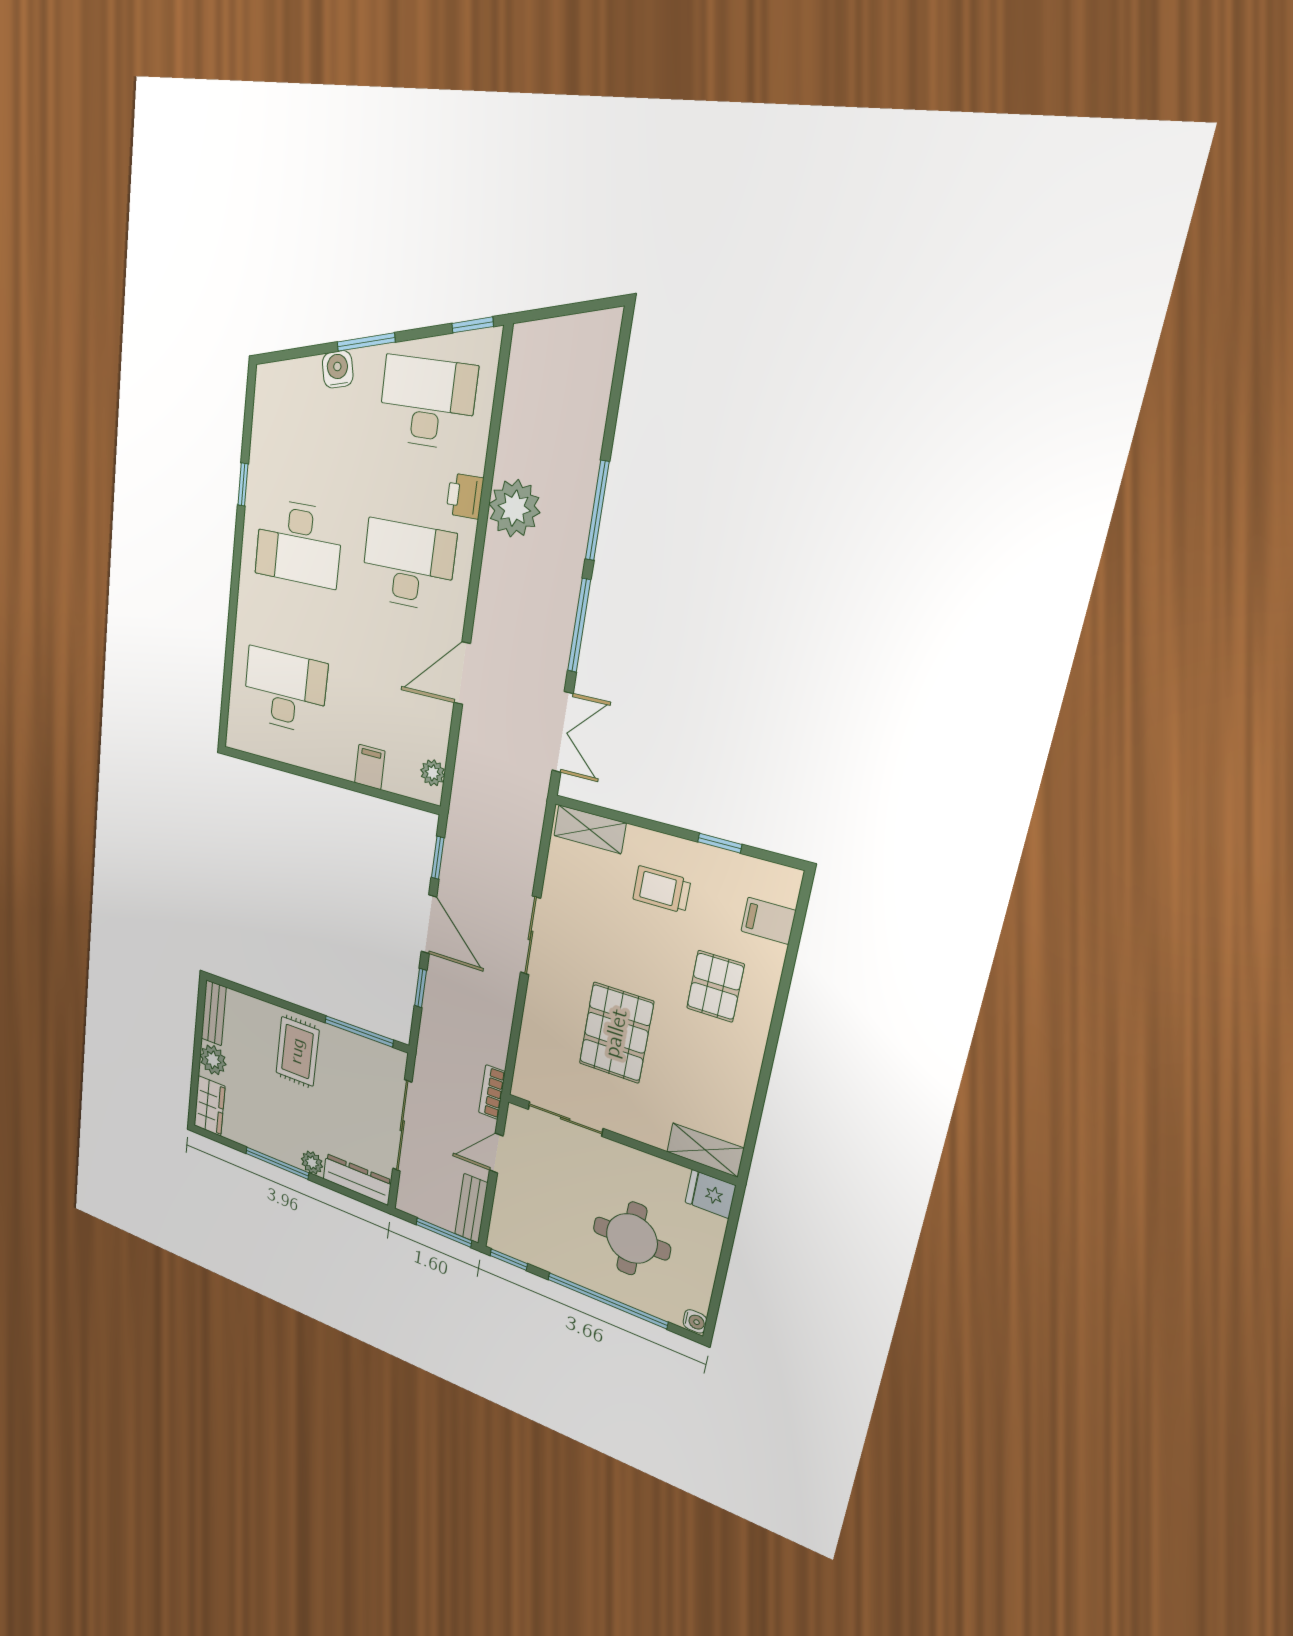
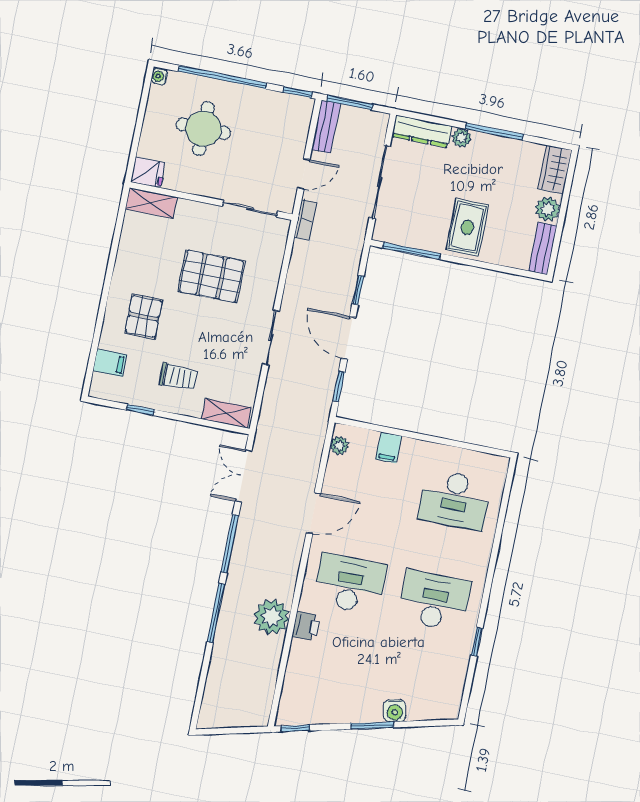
desk: (427, 402) -> (330, 685), removed
desk: (408, 565) -> (350, 584), turned 180
pallet: (616, 1033) -> (211, 276), turned 90

